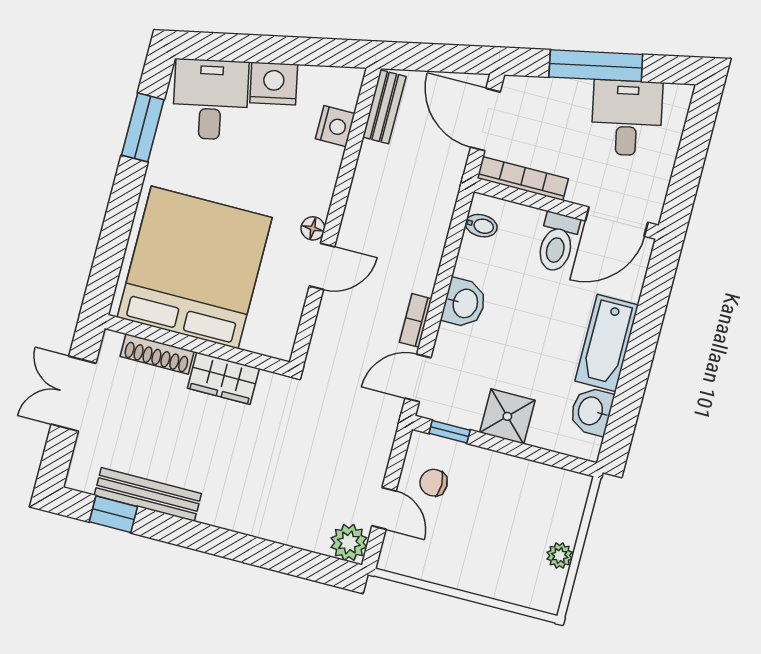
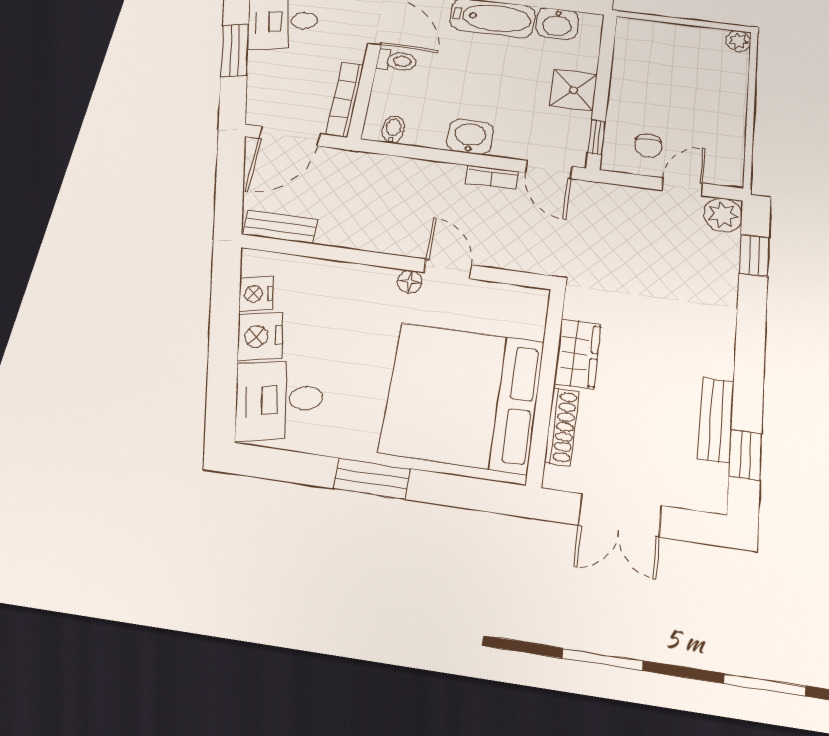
window: (596, 66) -> (235, 50), width x0.69
nightstand: (335, 126) -> (256, 294), moved, turned -102
window: (143, 127) -> (372, 479), moved
toilet: (557, 242) -> (397, 61), width x0.73, depth x0.72
bench: (148, 494) -> (716, 420), width x0.73
plant: (560, 556) -> (738, 41), moved
window: (303, 564) -> (754, 255), added

